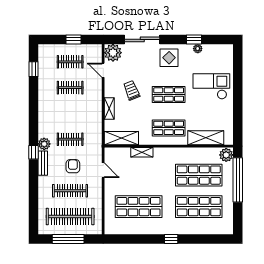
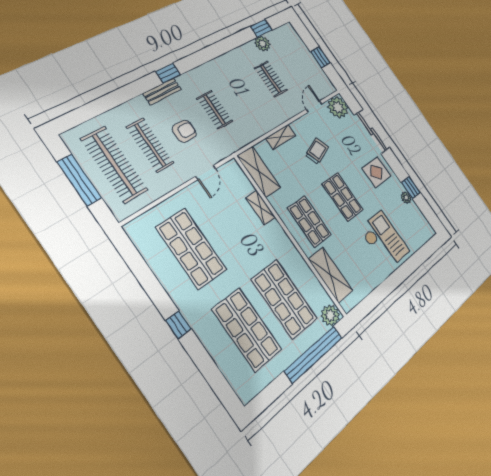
clothes rail: (70, 62) -> (297, 65), removed
plant: (44, 144) -> (262, 44), moved

